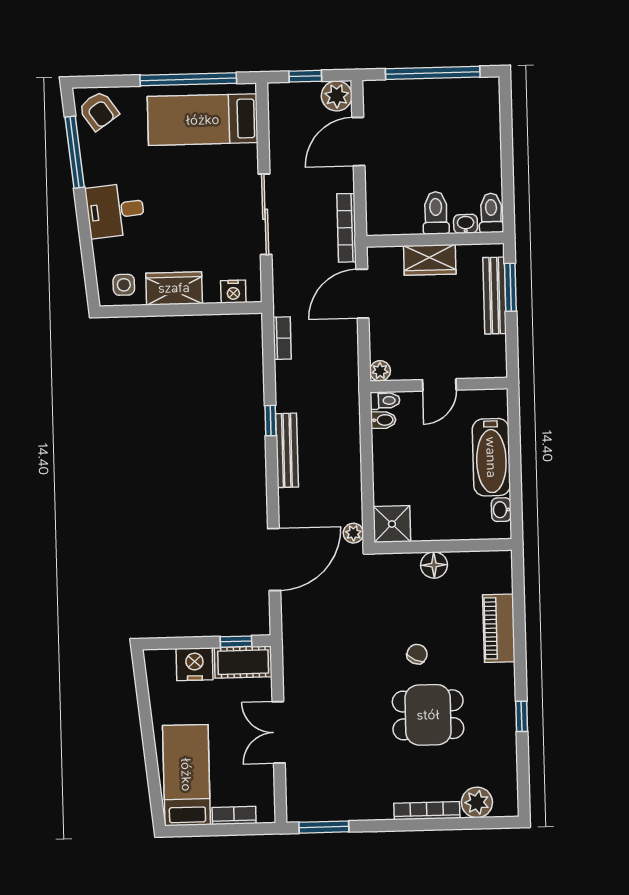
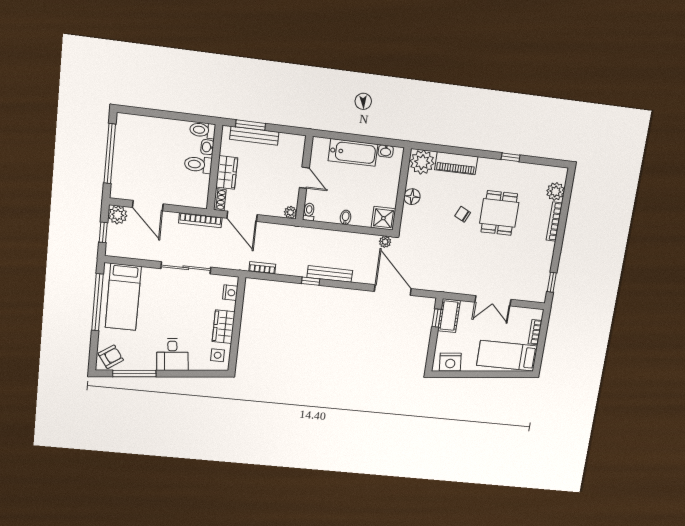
shoe rack: (384, 255) -> (220, 200), added
bidet: (383, 420) -> (345, 217), moved
plant: (492, 572) -> (422, 162), added
nightstand: (195, 664) -> (450, 362), moved, turned -96
window: (324, 827) -> (552, 282), width x0.67

